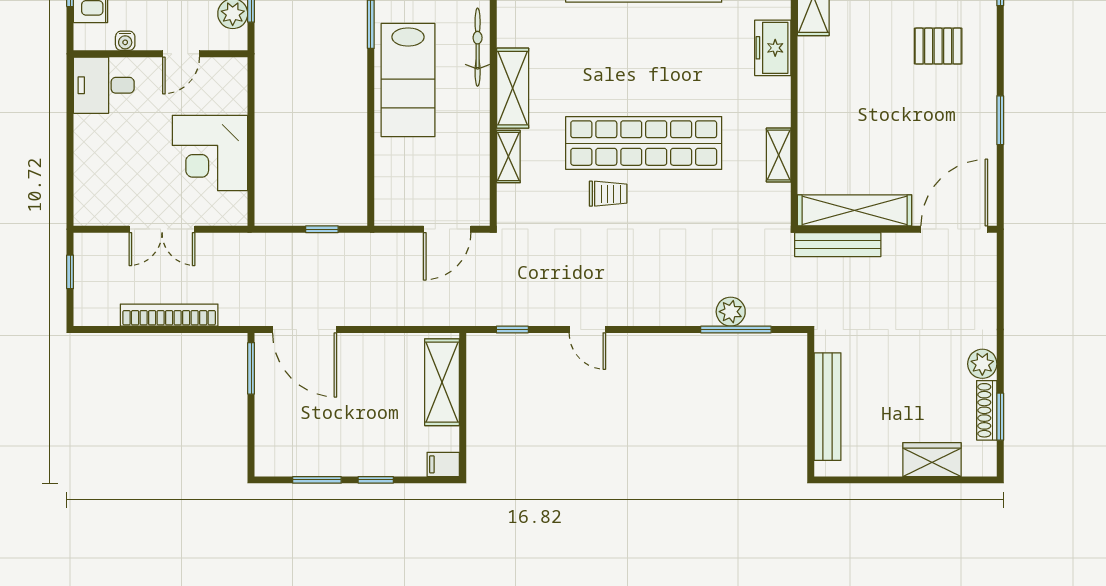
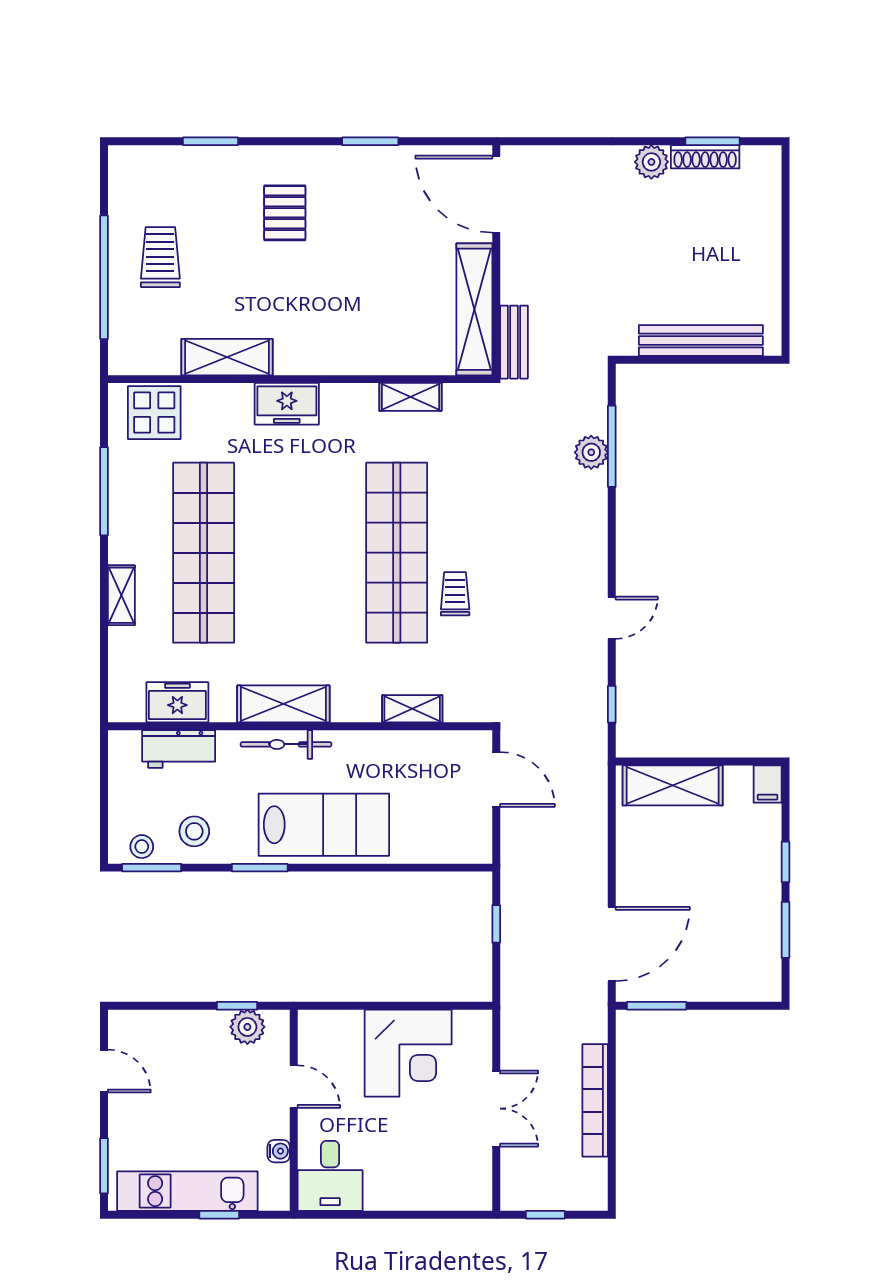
shelving: (513, 88) -> (283, 704), moved
bench: (838, 245) -> (514, 342), width x0.73
wardrobe: (932, 460) -> (762, 220), removed

